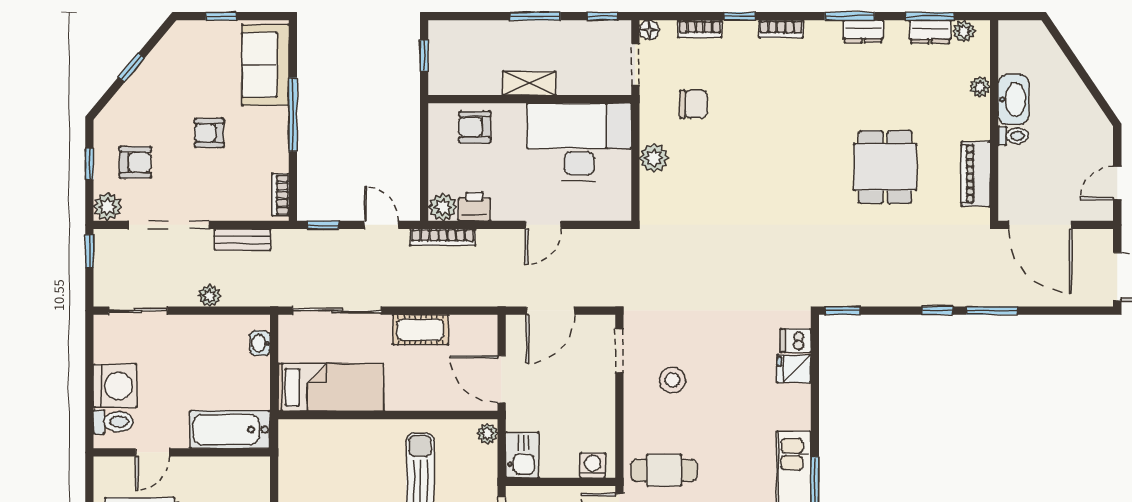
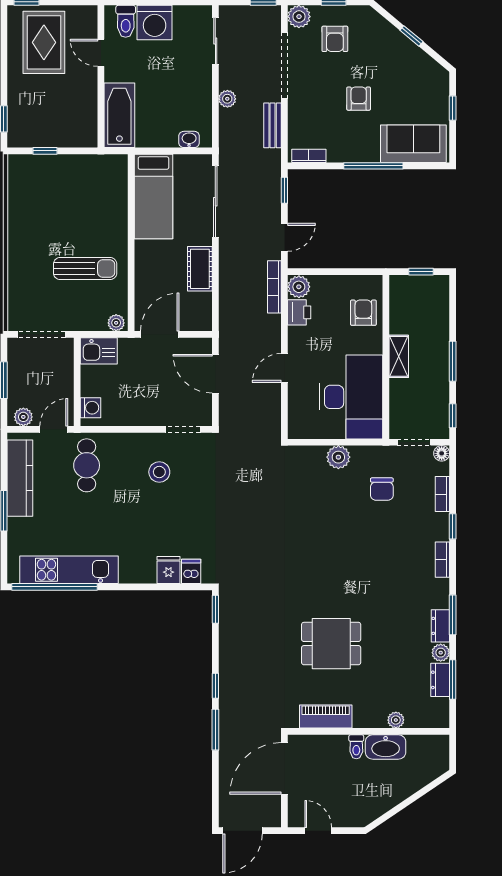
plant: (964, 31) -> (441, 653), moved
door: (543, 225) -> (284, 368), hinge flipped

